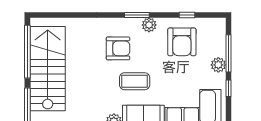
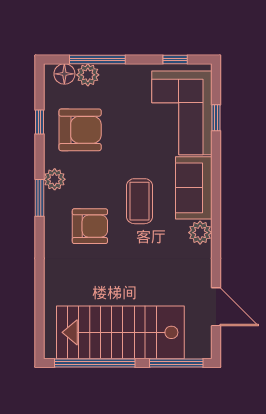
floor lamp: (219, 32) -> (64, 74), added
armchair: (118, 48) -> (90, 226), turned 90
plant: (218, 65) -> (88, 75), moved
window: (228, 88) -> (175, 59), moved

